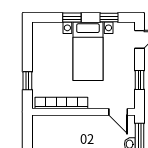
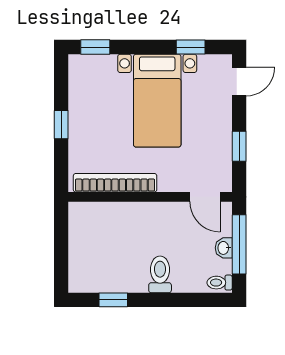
window: (72, 18) -> (95, 47), moved
window: (27, 81) -> (61, 125), moved

